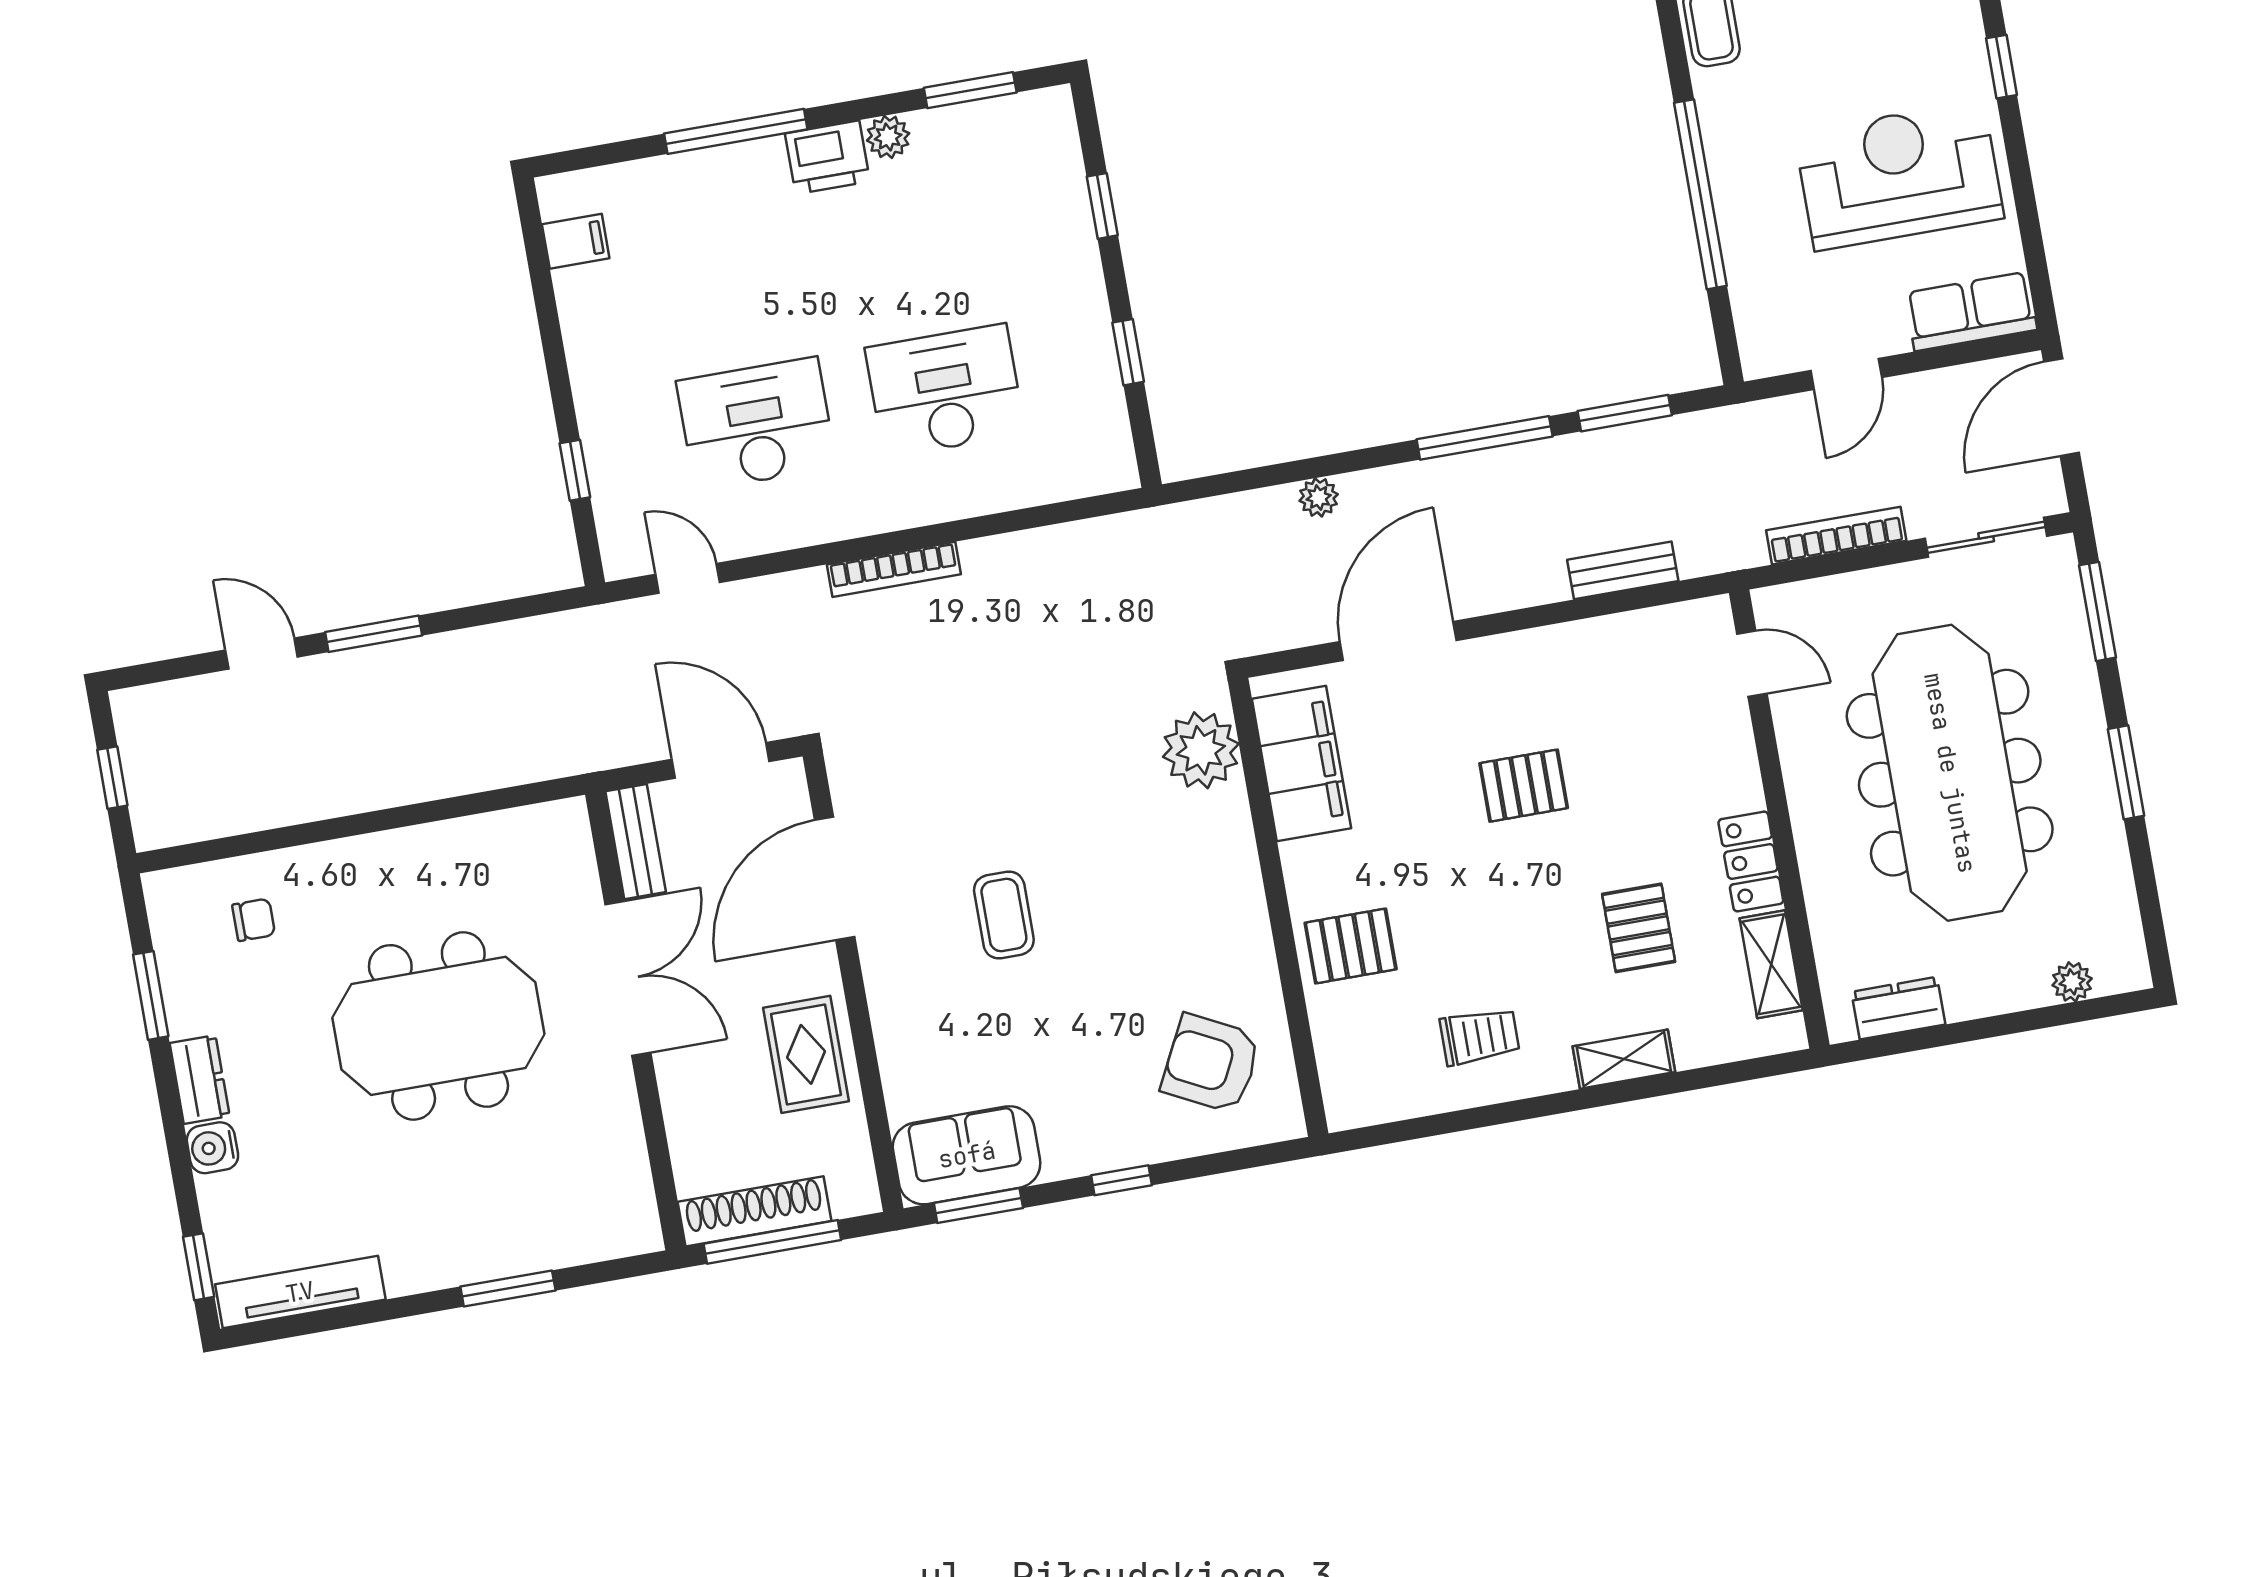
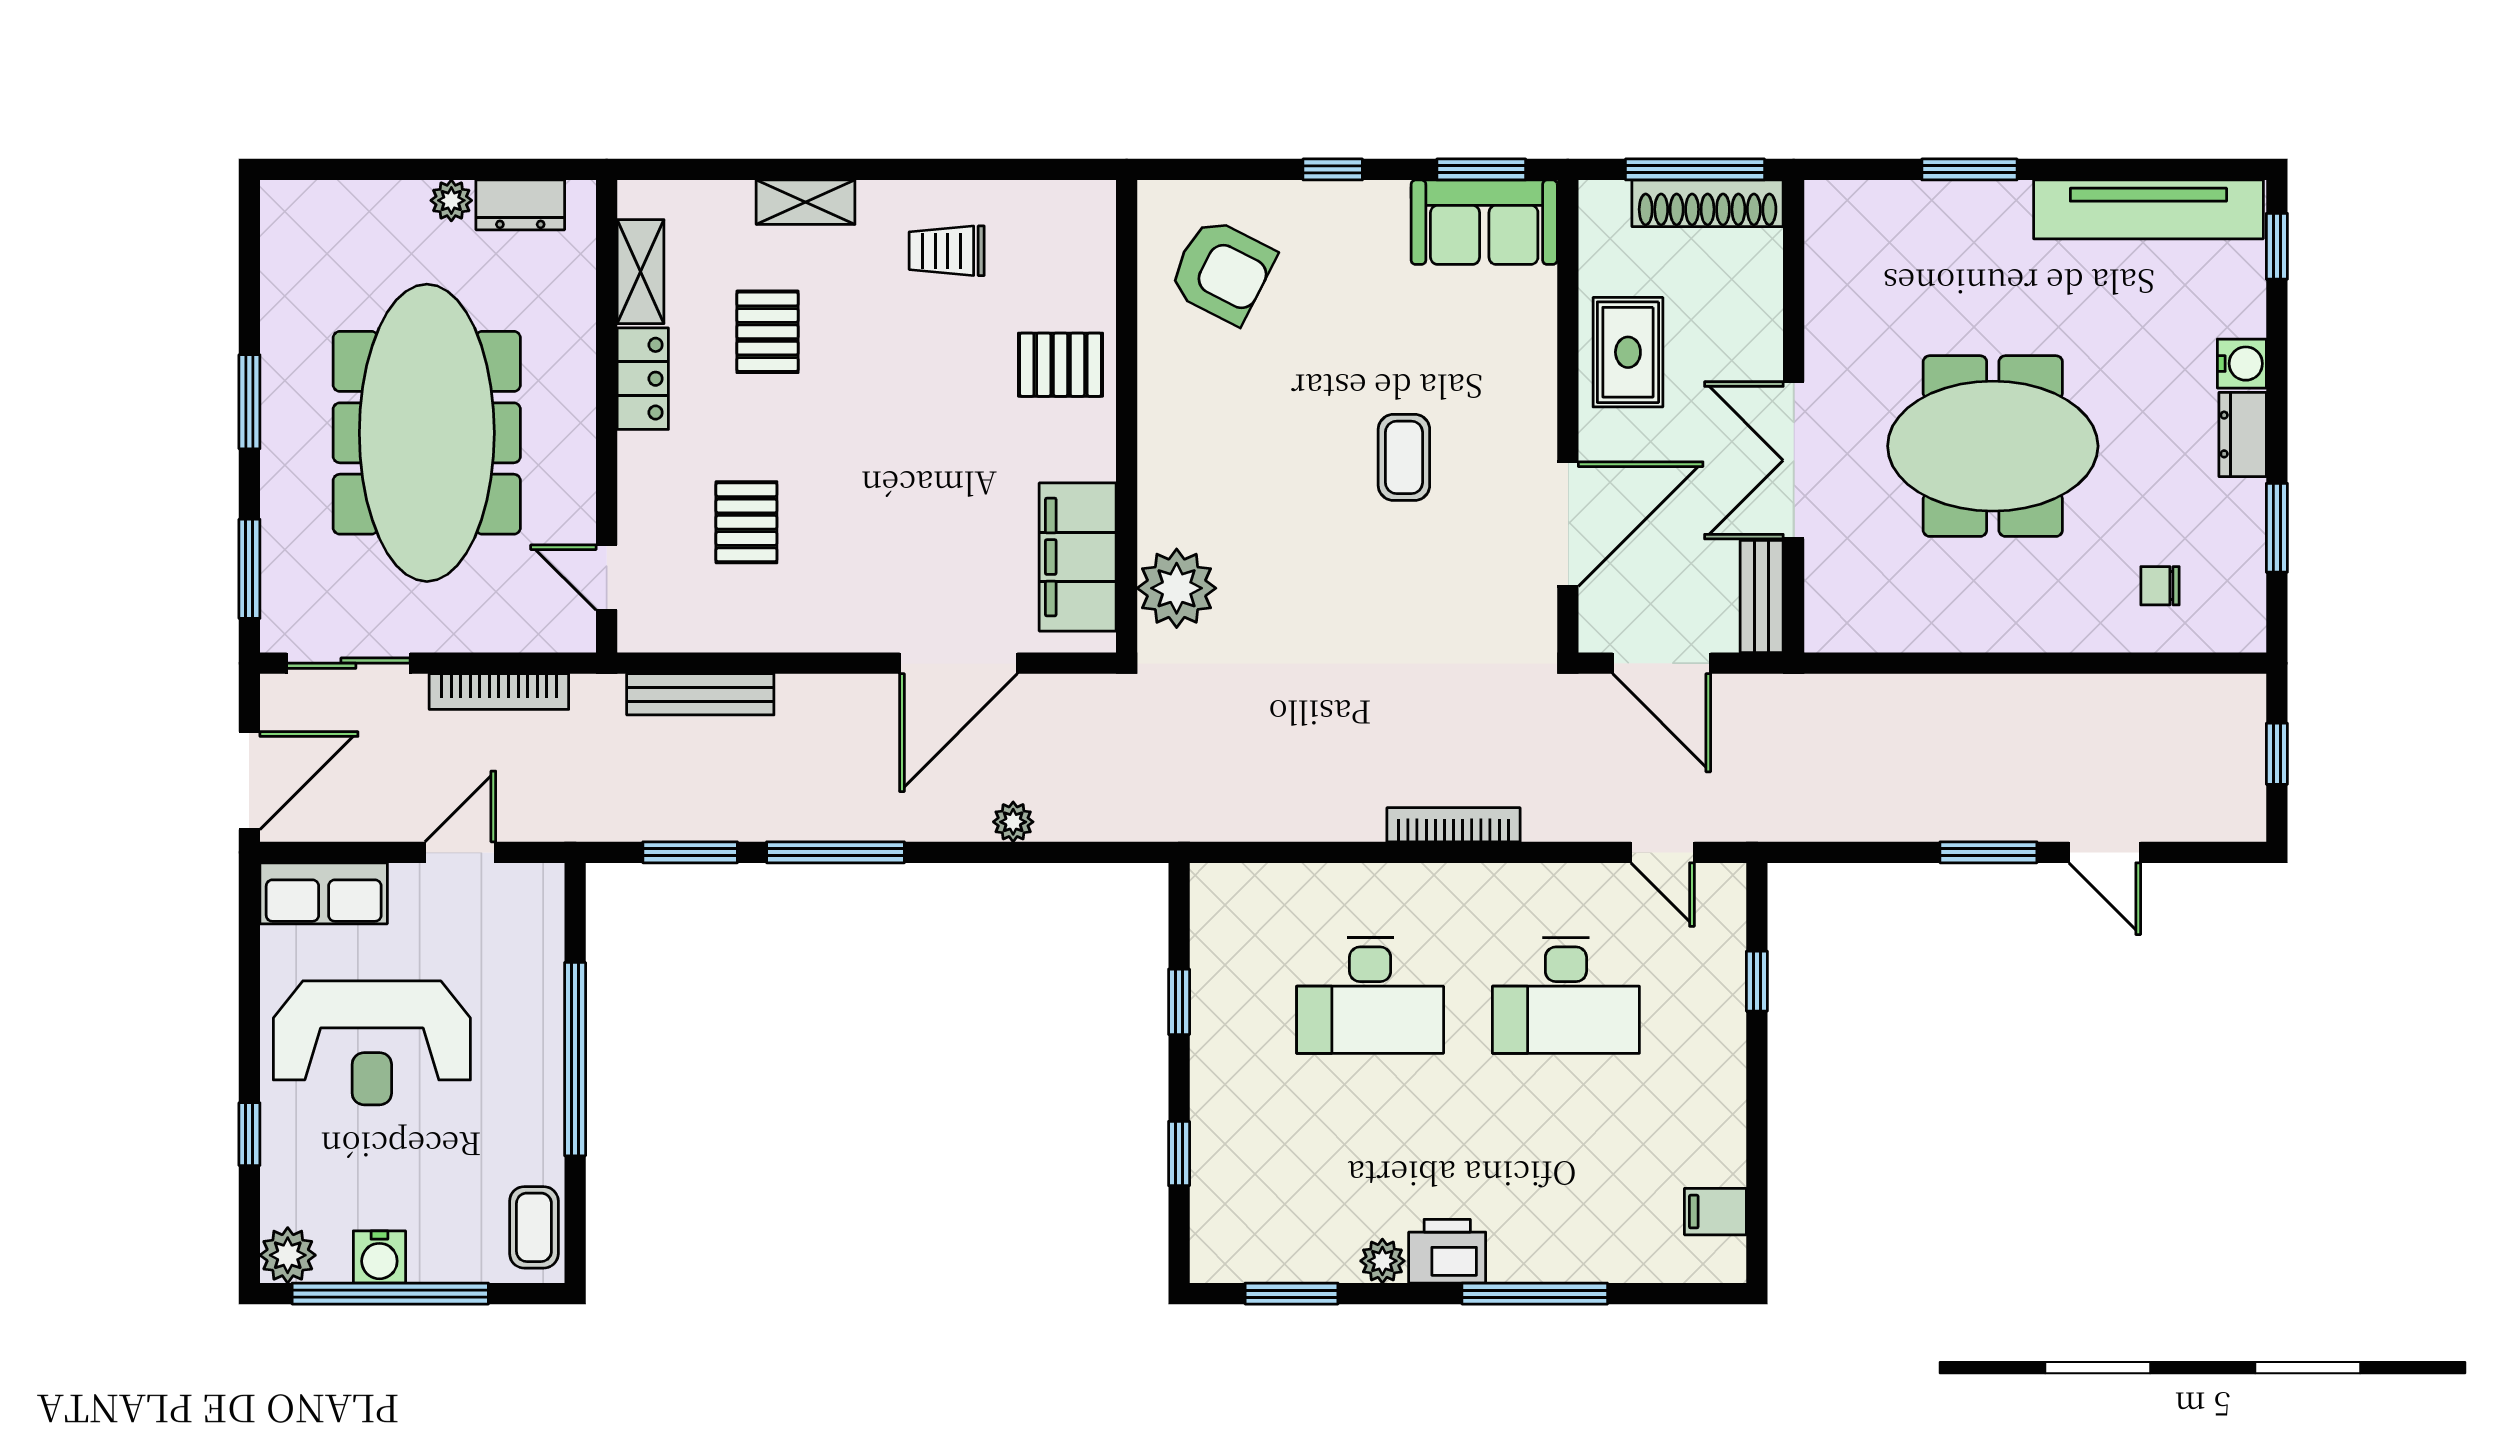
bench: (1623, 570) -> (700, 694), width x1.36
pallet: (1524, 786) -> (746, 522), moved, turned 90
plant: (2072, 982) -> (451, 200), moved
tv unit: (300, 1292) -> (2148, 209), width x1.36, depth x1.29

